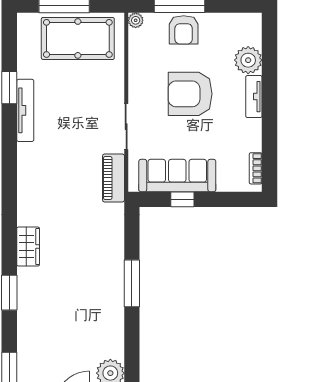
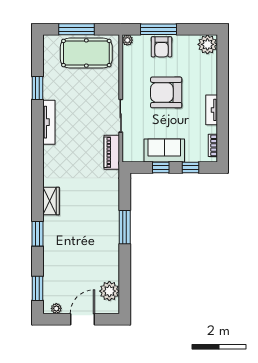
plant: (248, 60) -> (207, 44), moved
tv unit: (254, 97) -> (212, 110), moved
tv unit: (25, 110) -> (49, 122), moved
sofa: (177, 176) -> (164, 151), width x0.73
window: (224, 199) -> (191, 168), added

